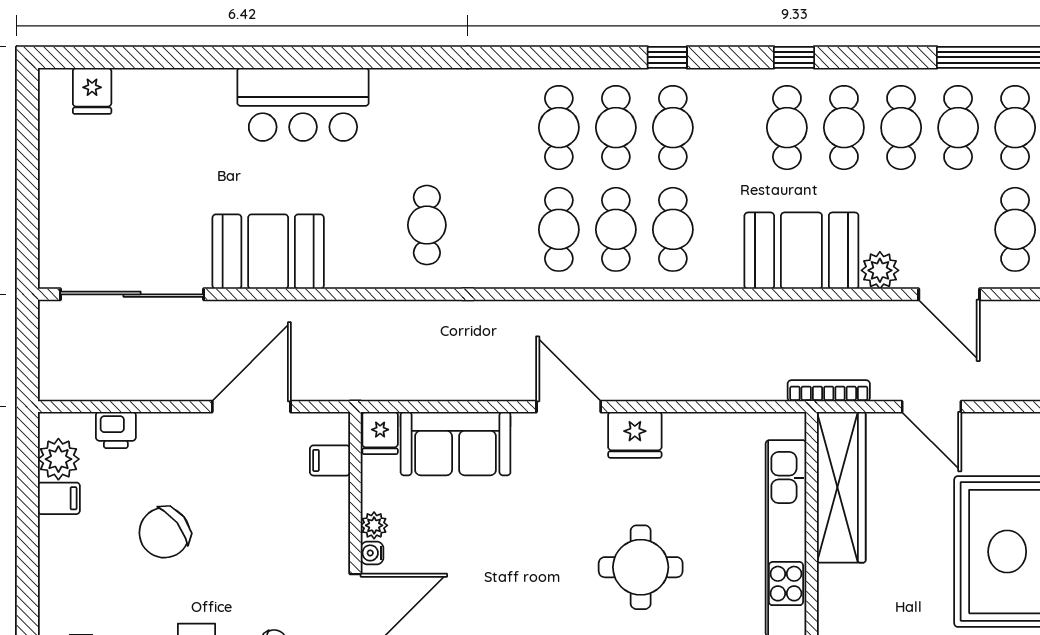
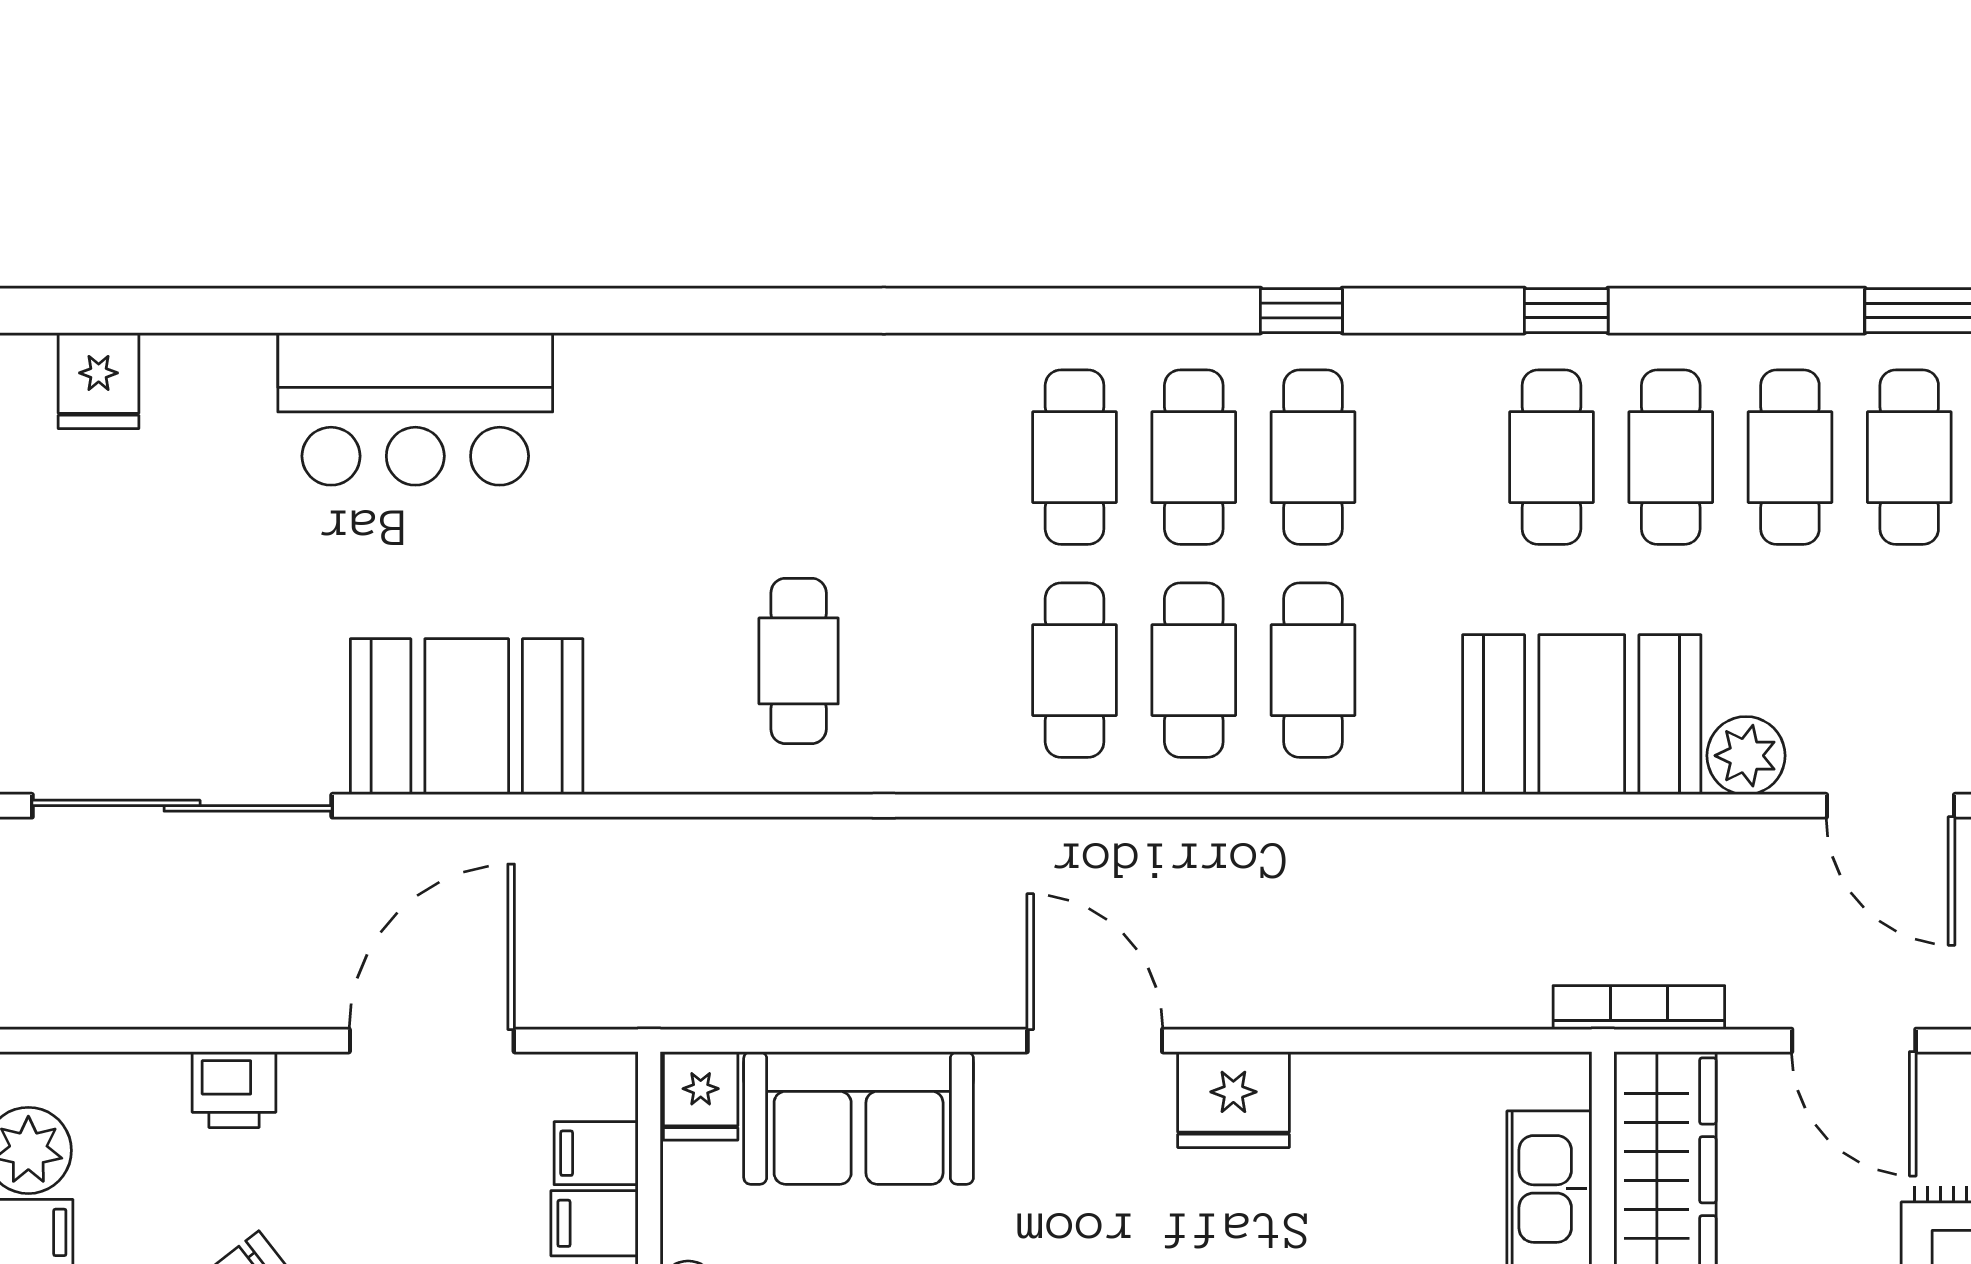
bar counter: (303, 104) -> (415, 409), moved
printer: (116, 430) -> (234, 1090), moved
filing cabinet: (329, 494) -> (594, 1223), added

